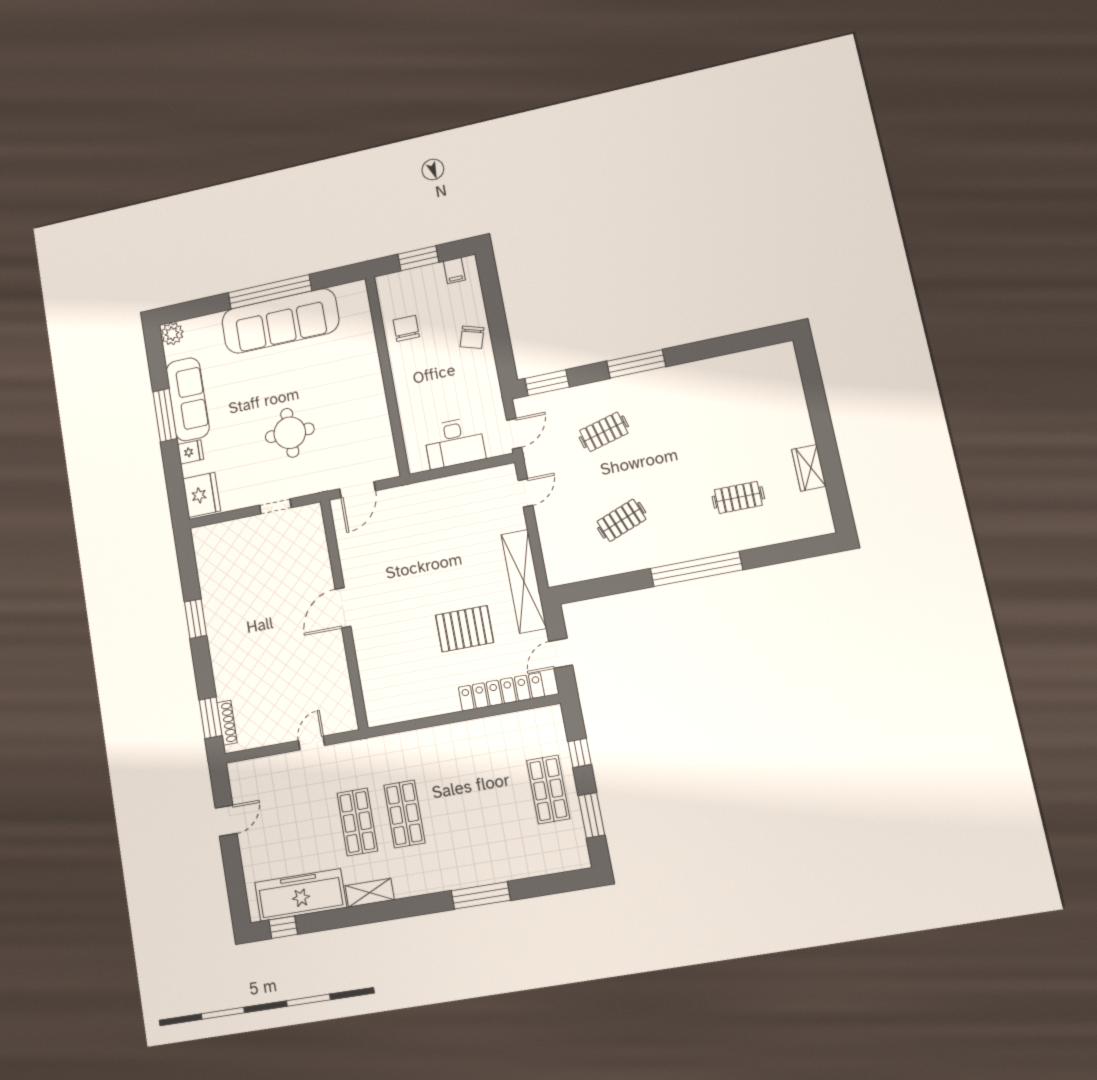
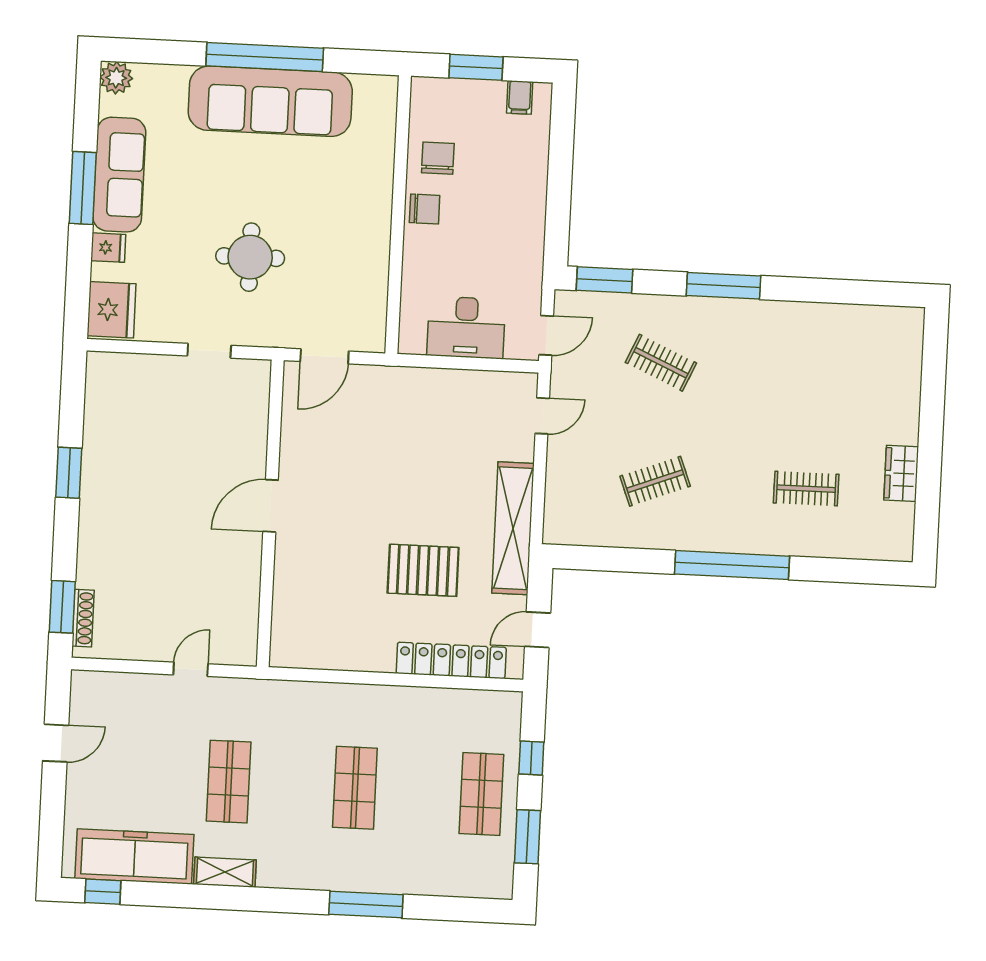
chair: (472, 337) -> (425, 209), moved, turned -107
clothes rail: (604, 432) -> (661, 363), turned 39
shop shelf: (404, 814) -> (355, 788), moved

